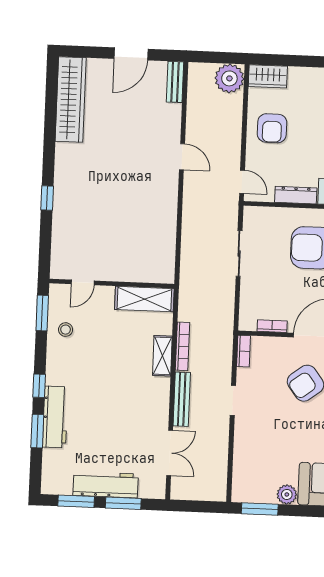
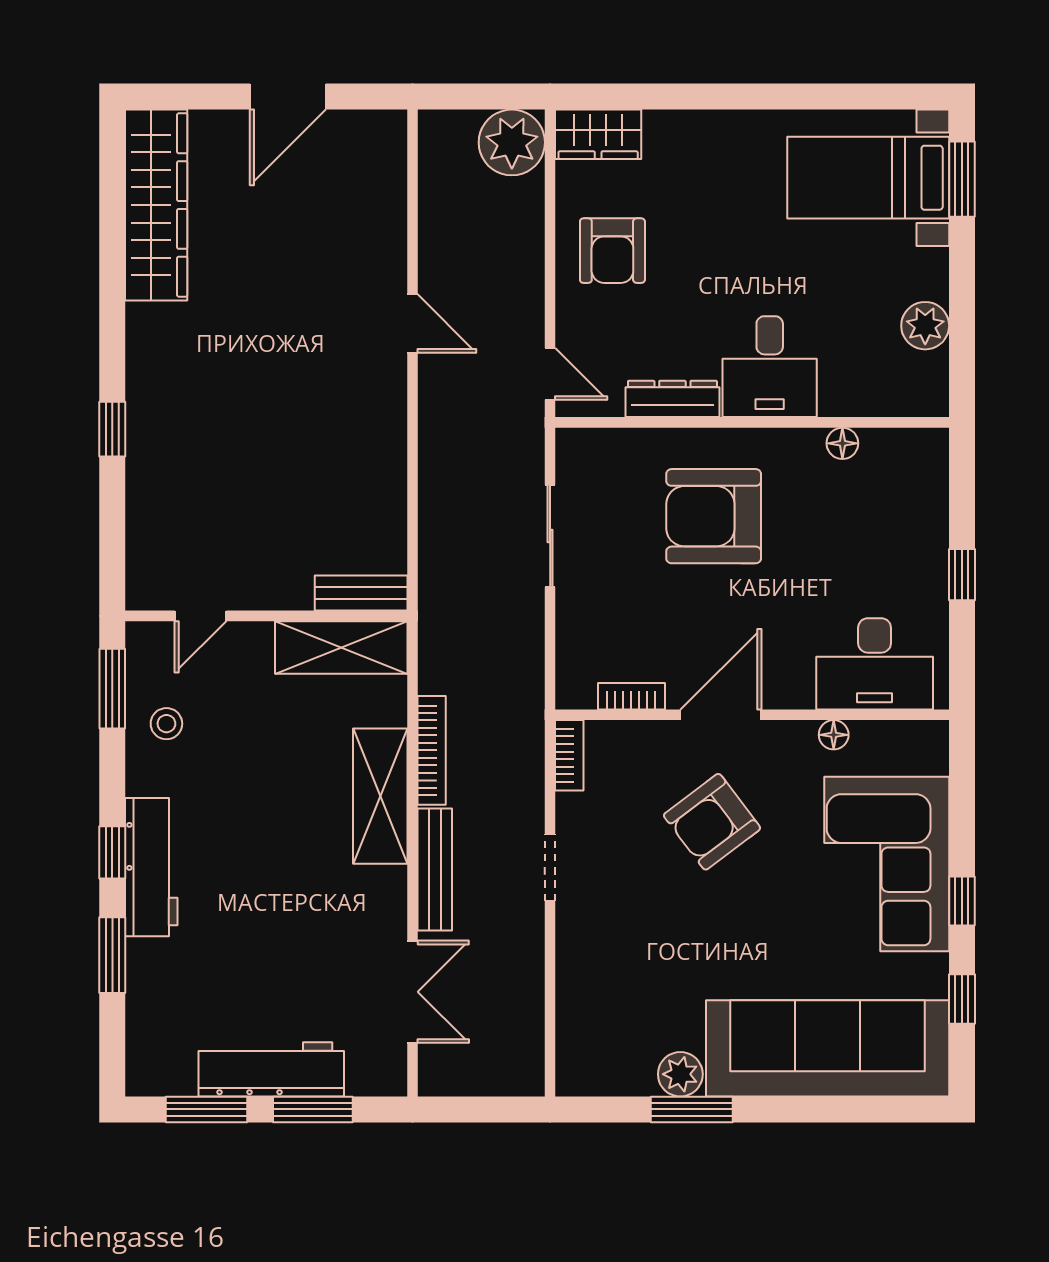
bench: (175, 82) -> (361, 593), moved, turned 90
shelving: (162, 356) -> (380, 796), width x1.50, depth x1.33
workbench: (55, 417) -> (151, 867), moved
window: (260, 509) -> (692, 1109), moved

